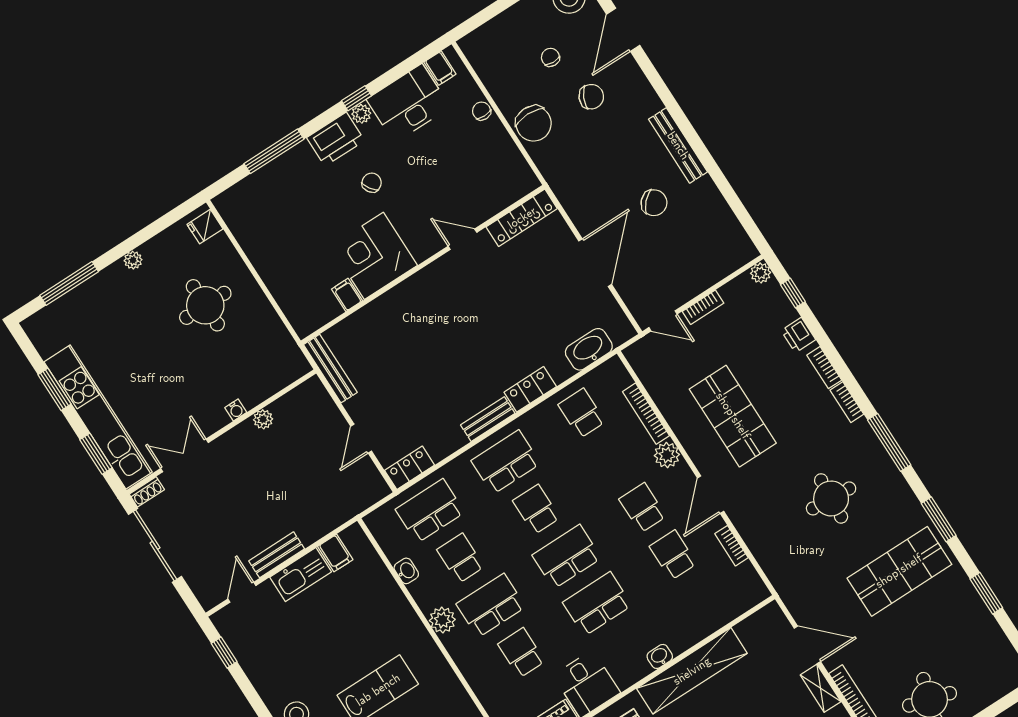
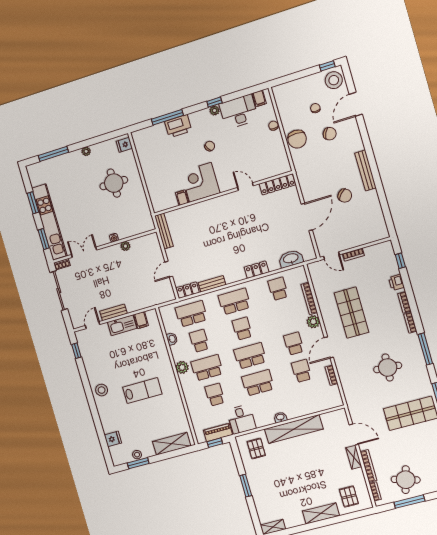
printer: (336, 139) -> (178, 126), moved
plant: (761, 273) -> (387, 246), removed
bench: (488, 419) -> (212, 284), moved

